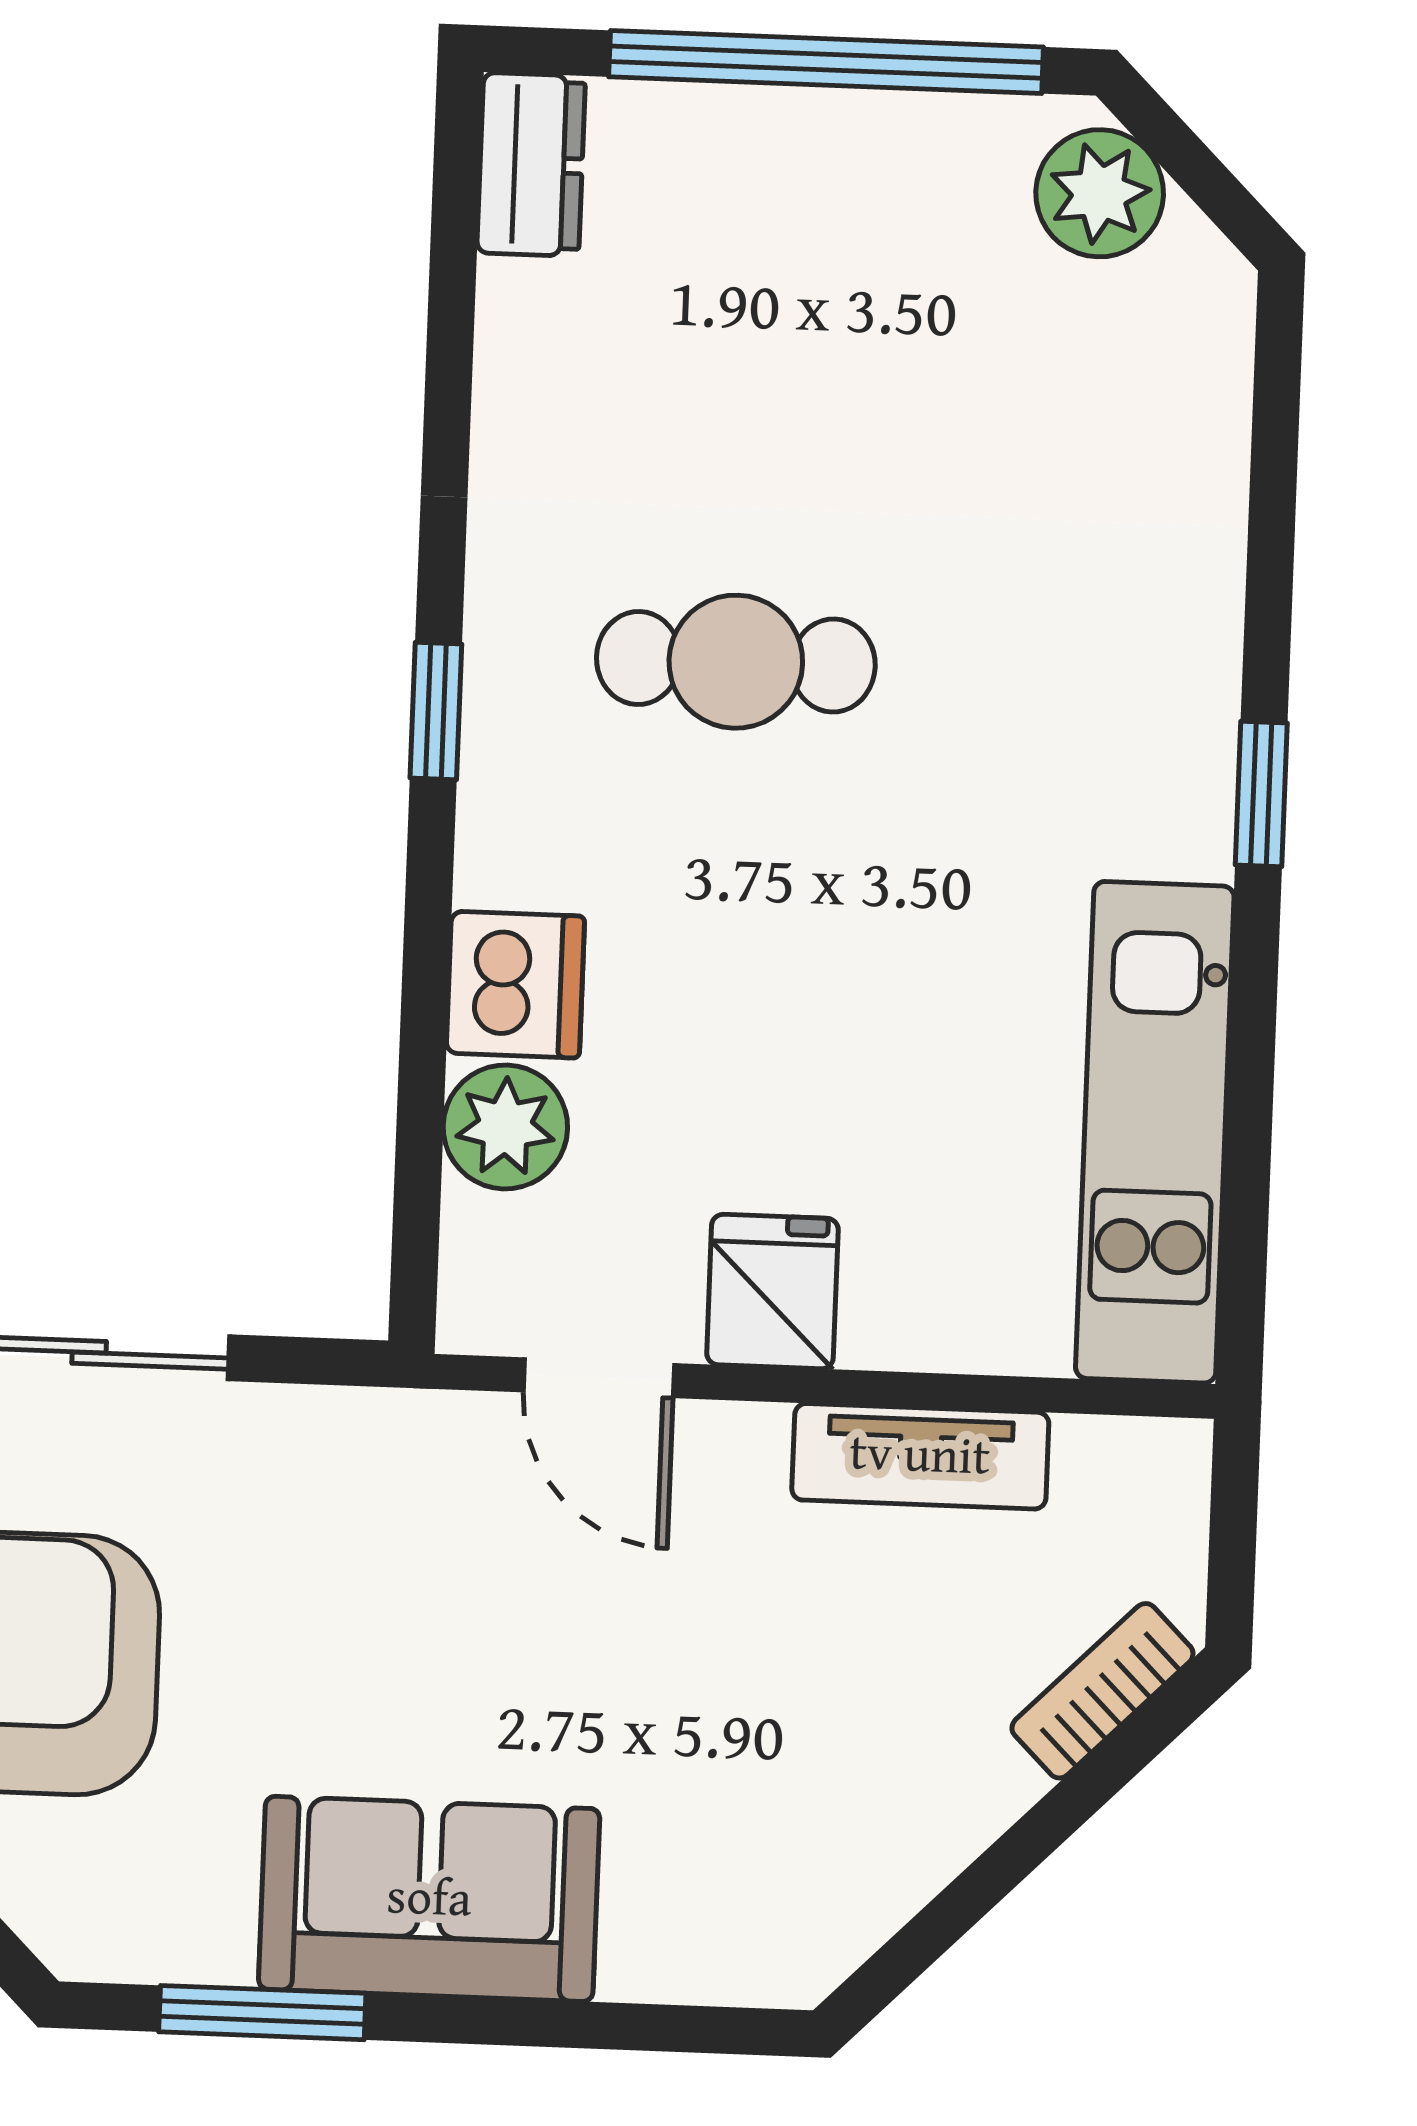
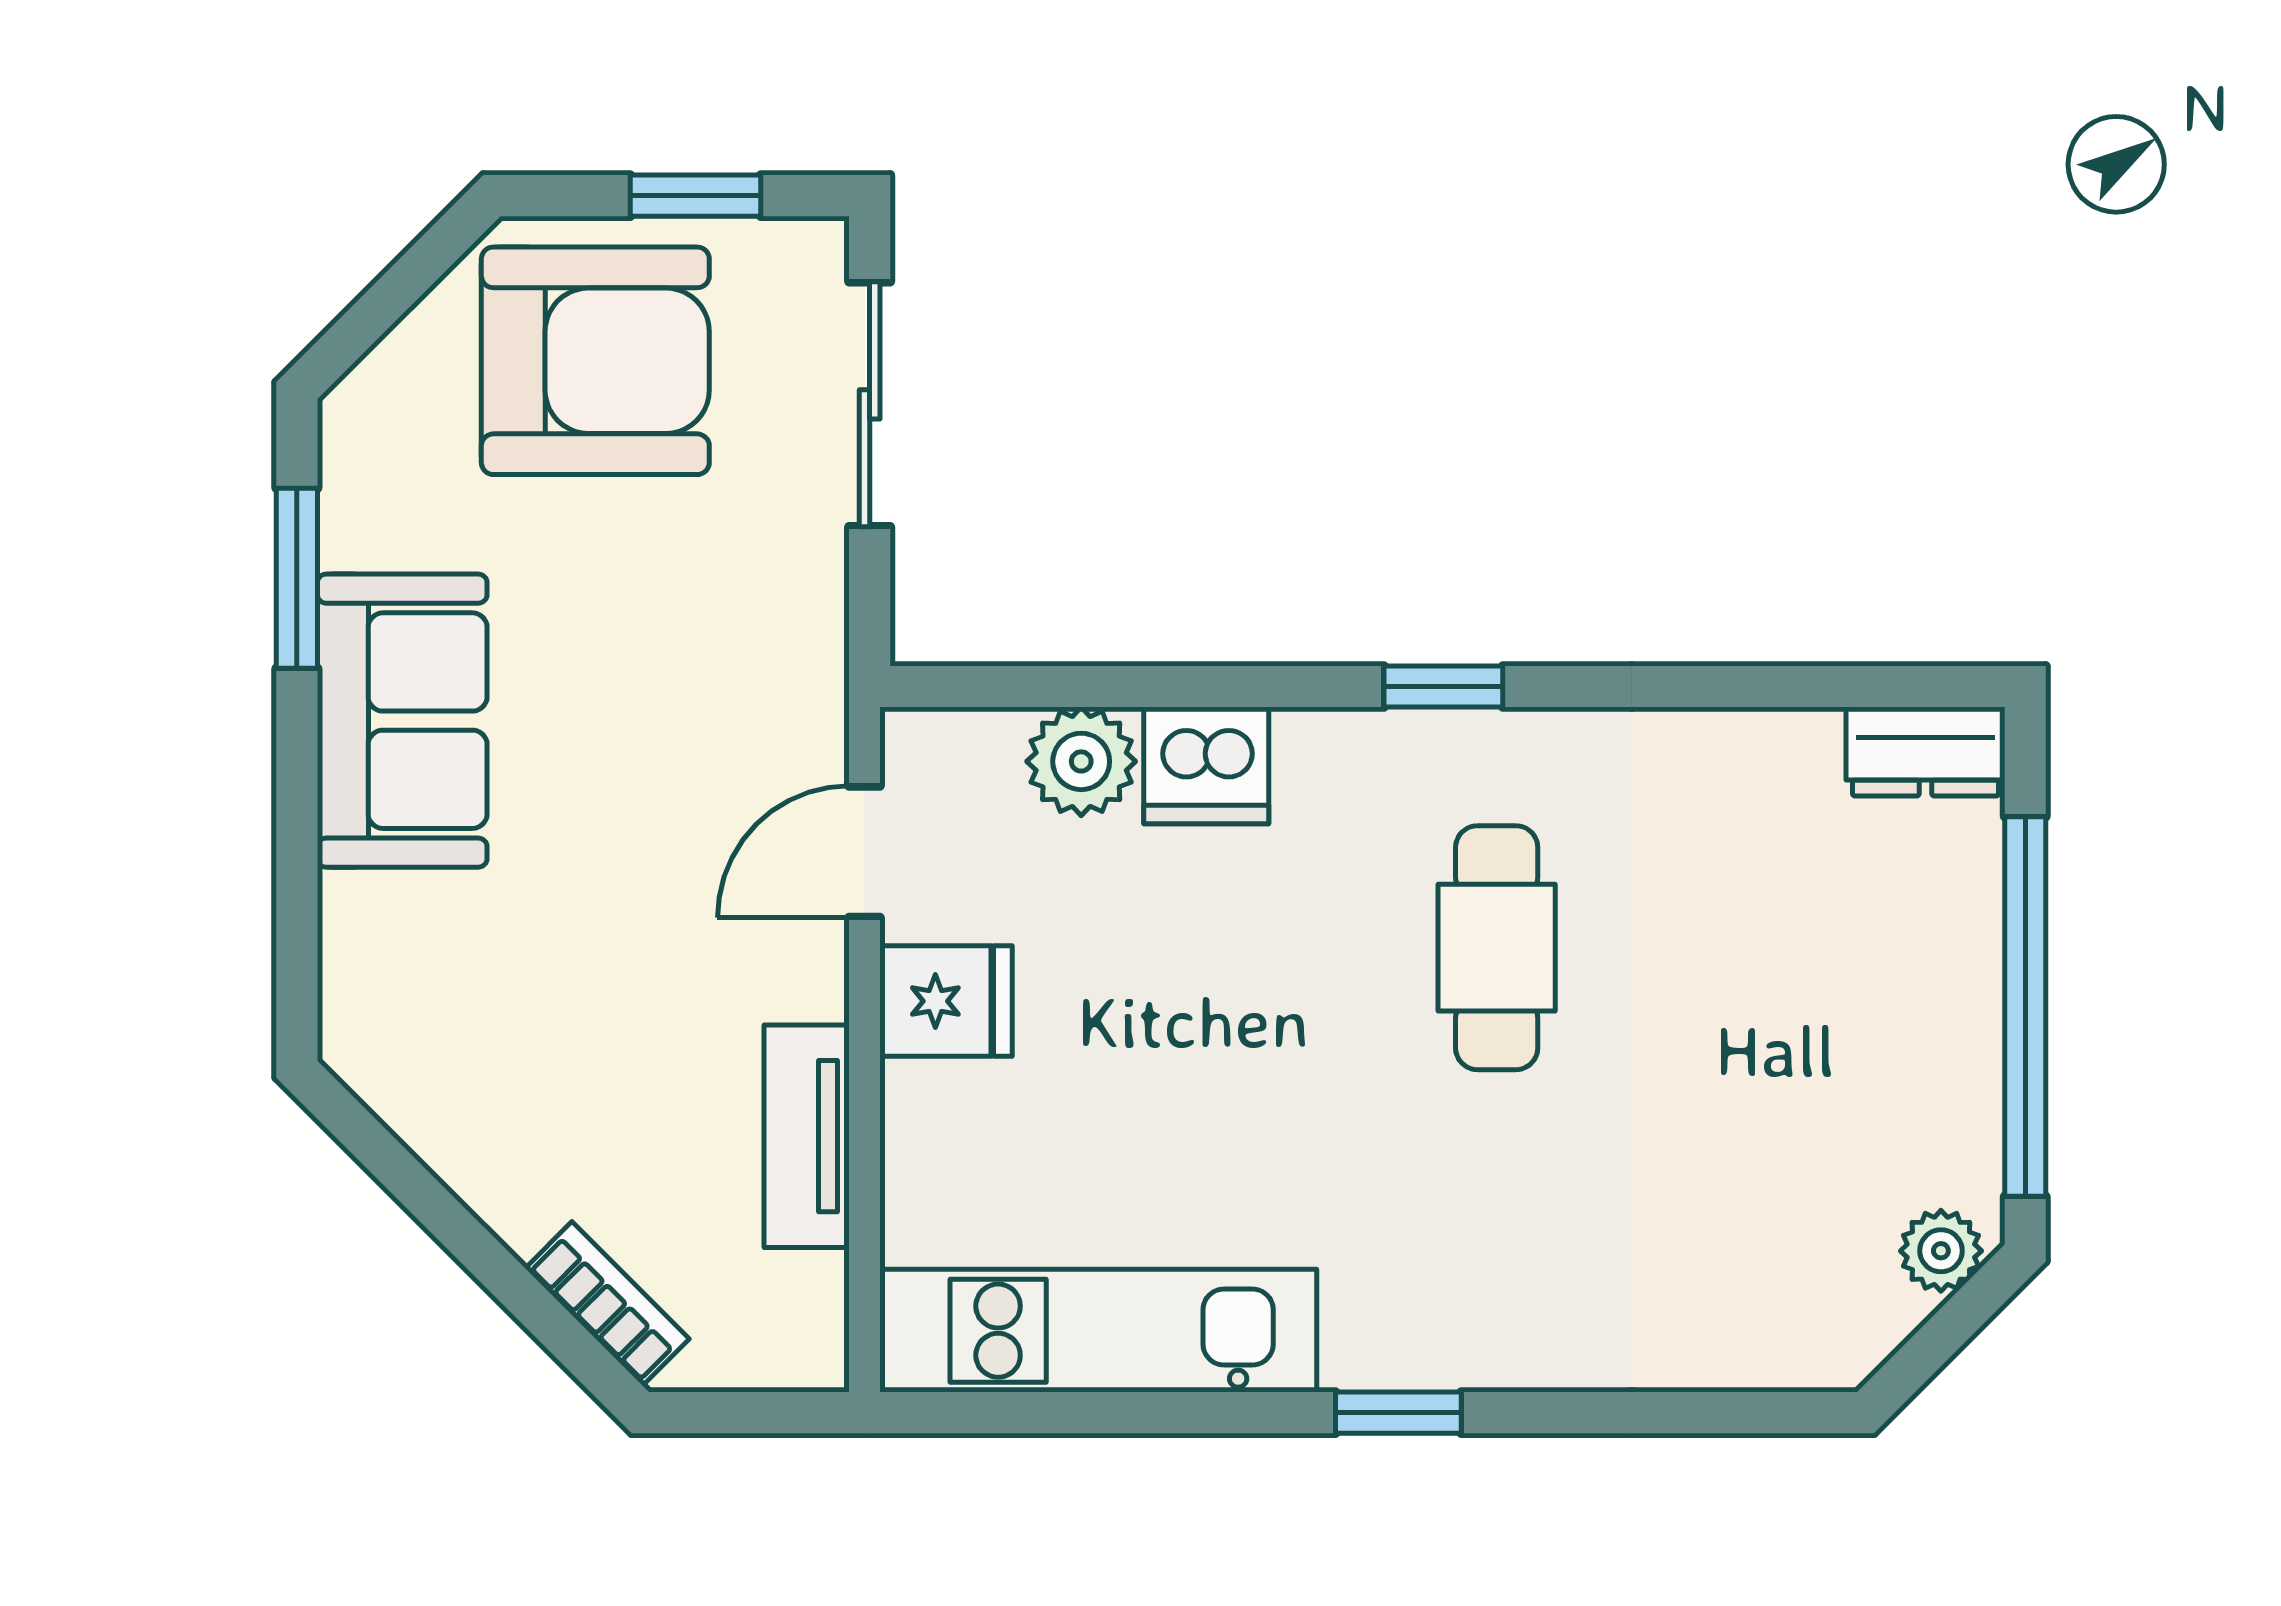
plant: (1100, 193) -> (1941, 1251), width x0.73, depth x0.73

